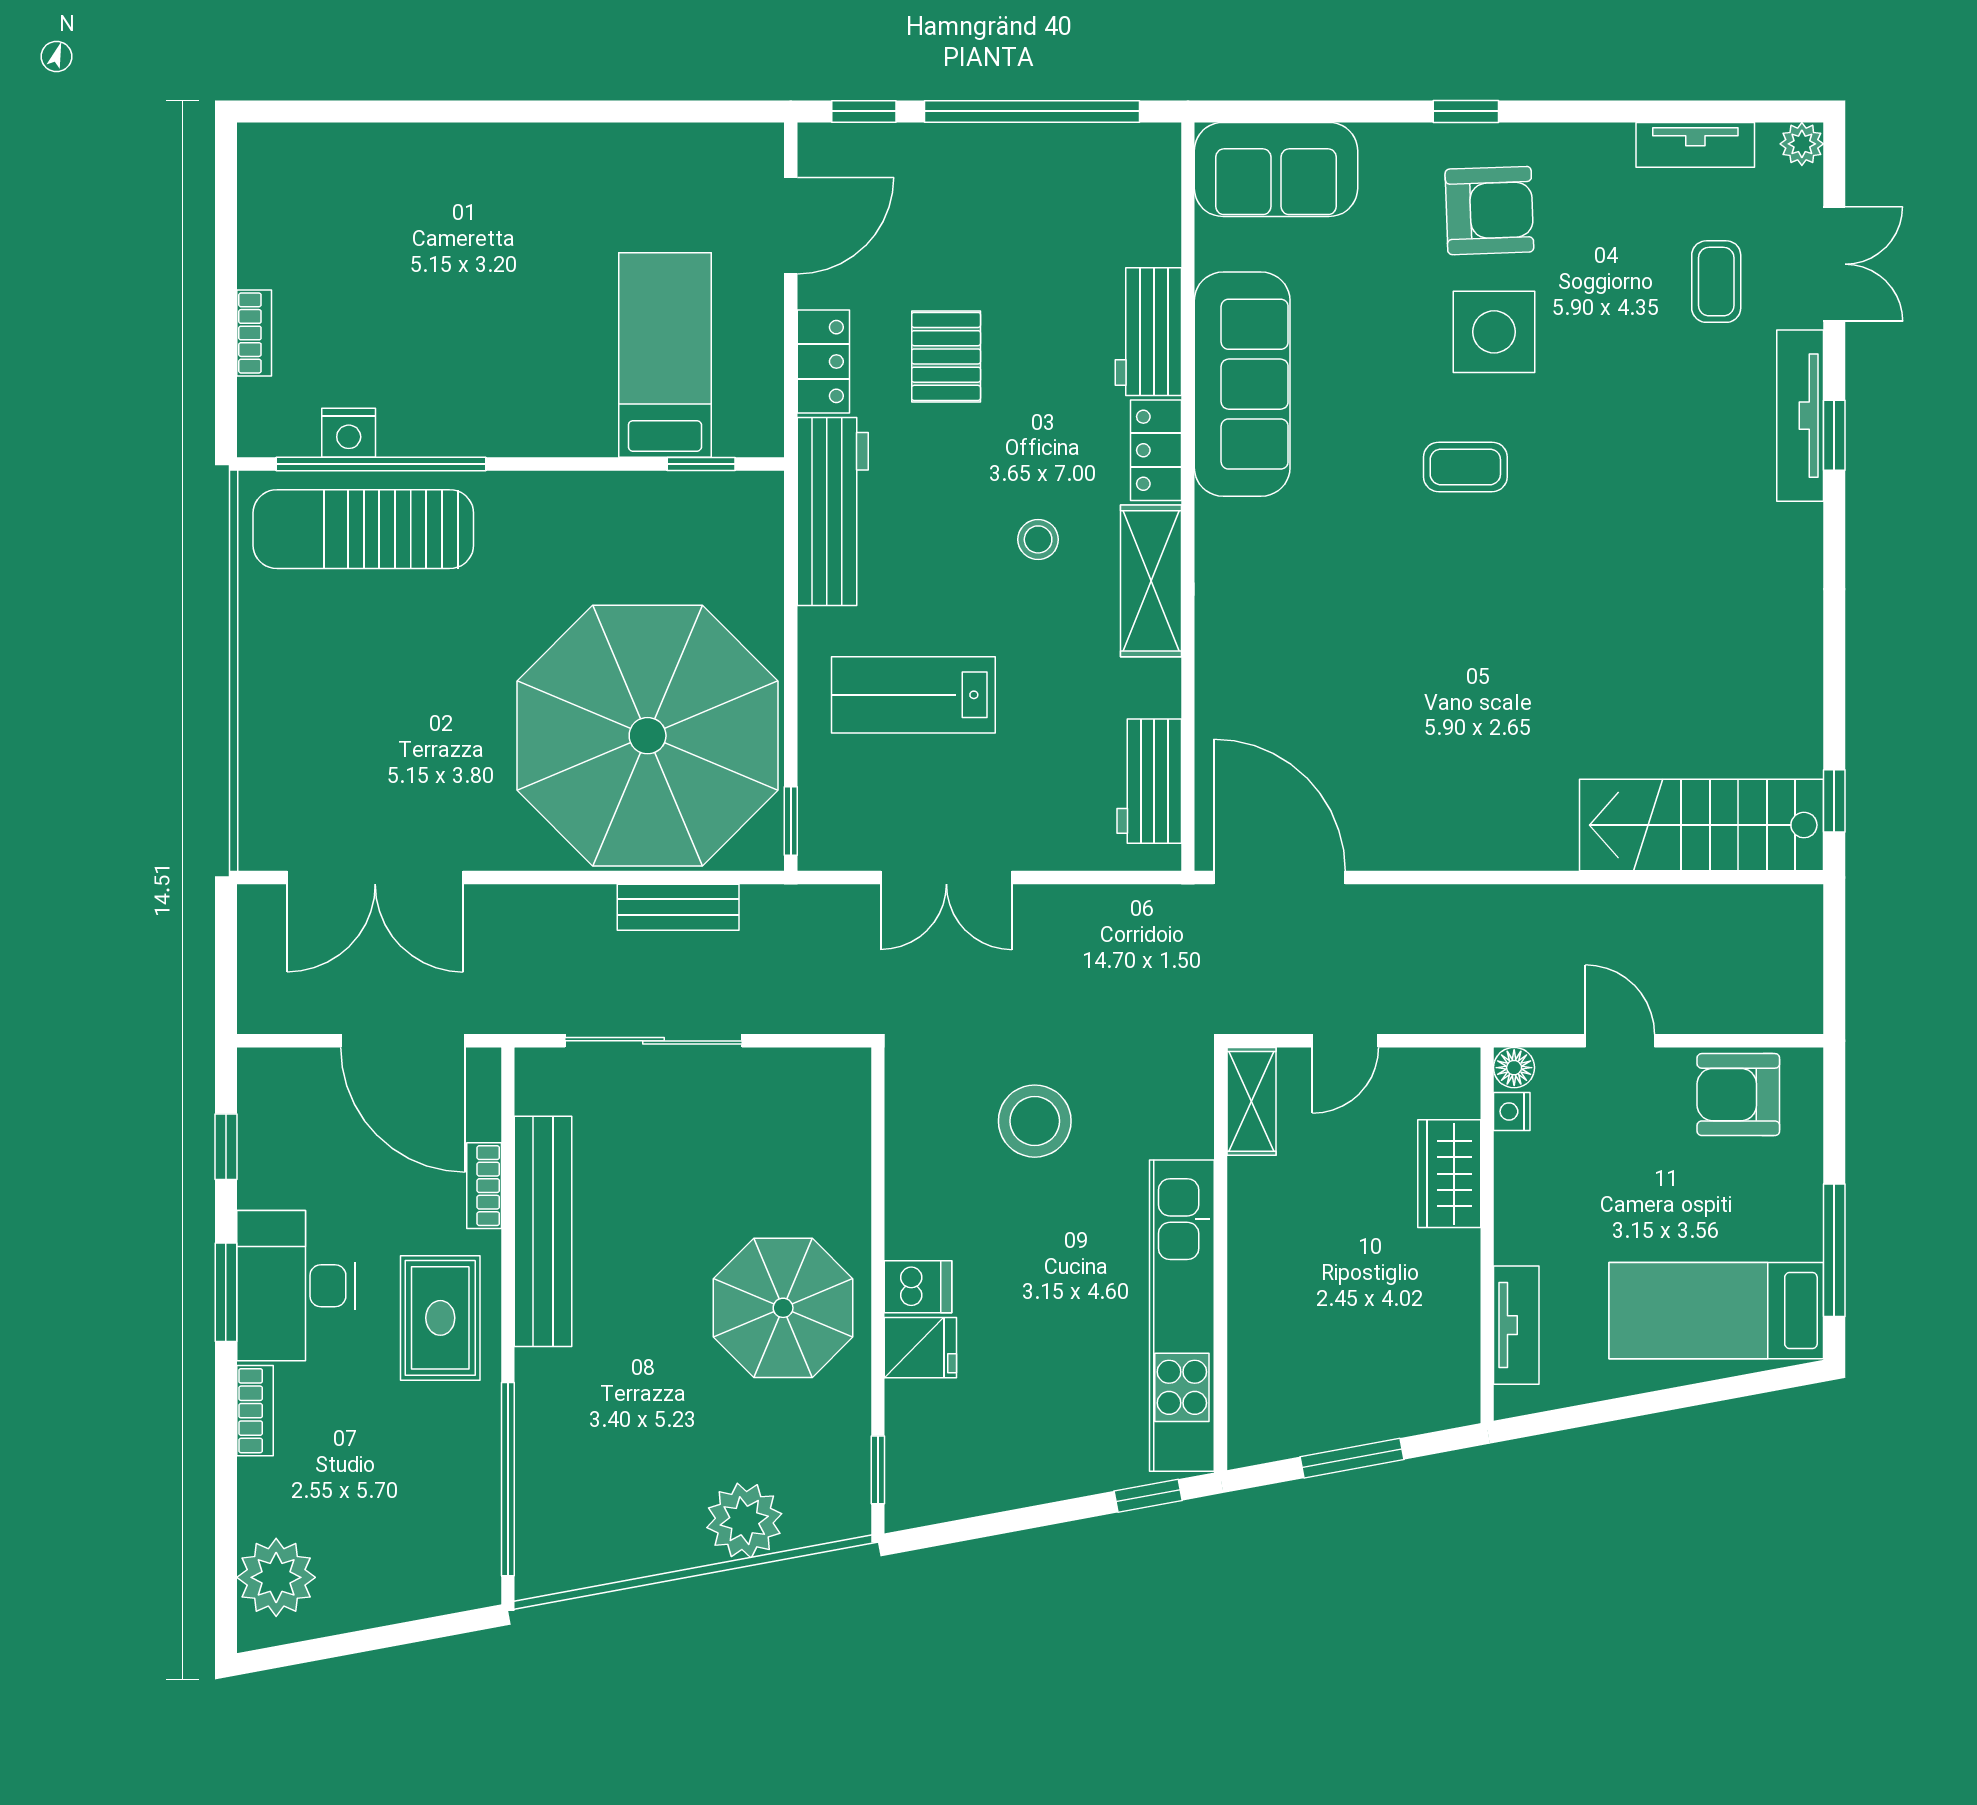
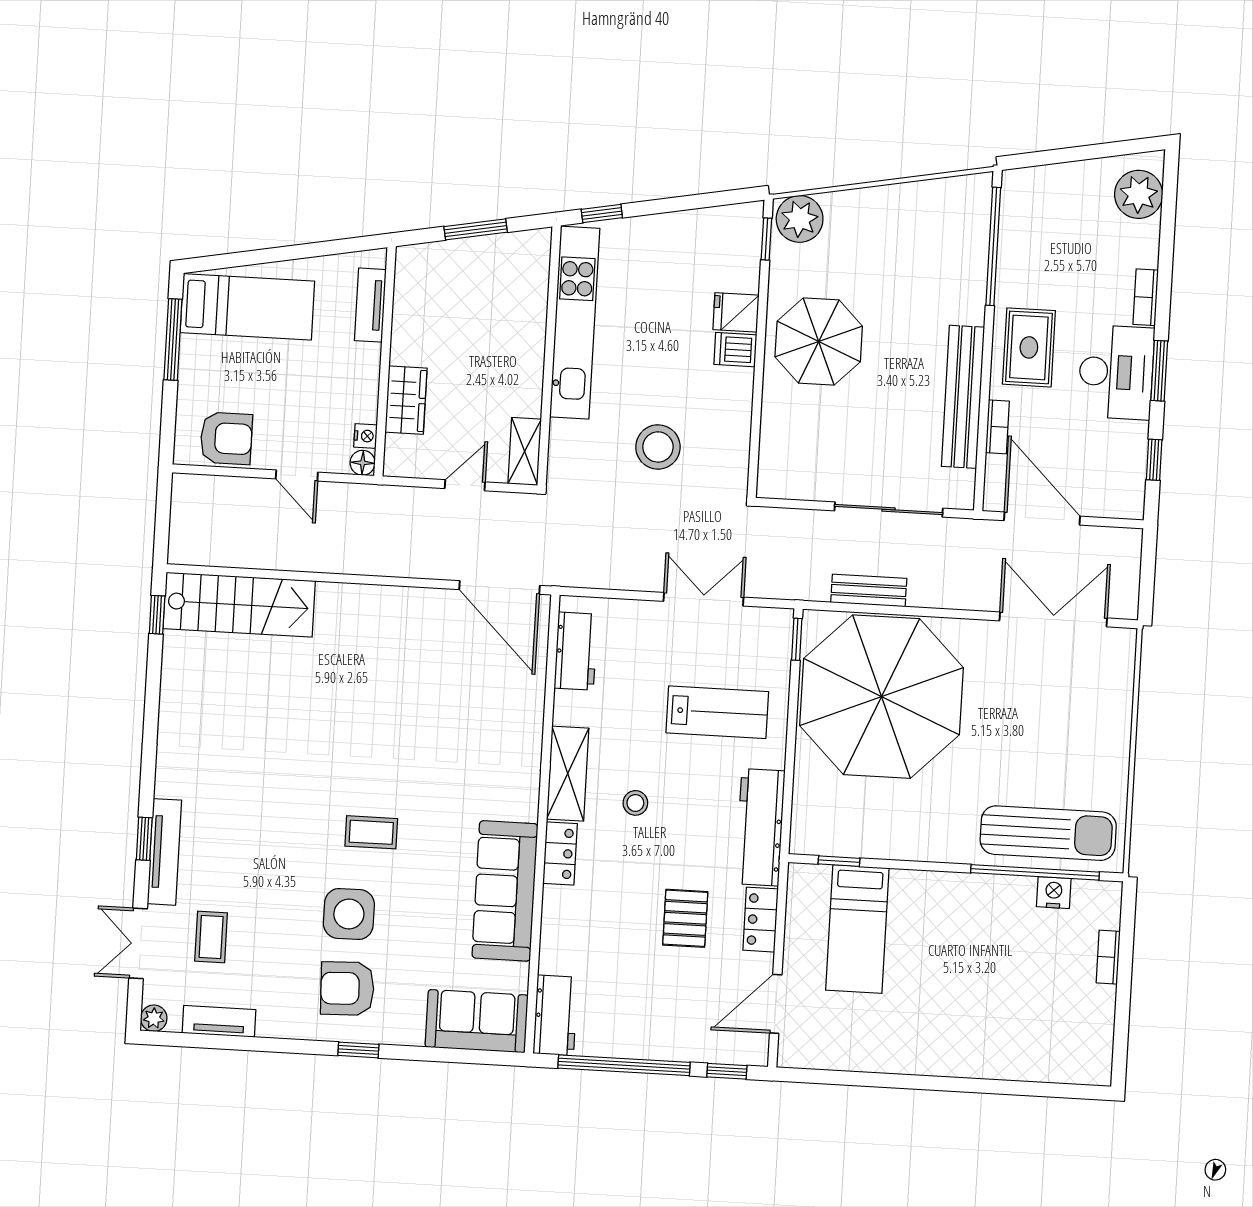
workbench: (1148, 332) -> (555, 1015), moved
plant: (744, 1521) -> (800, 219), moved

